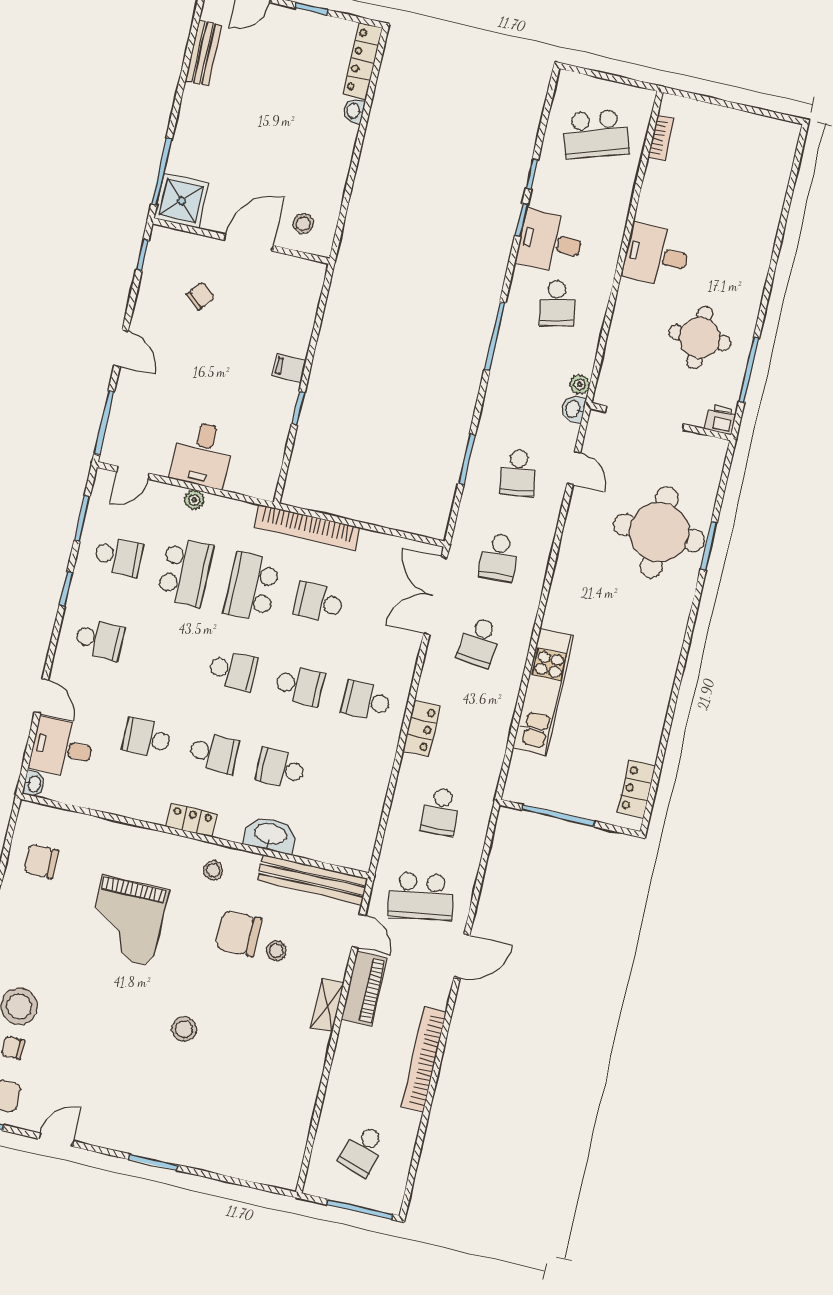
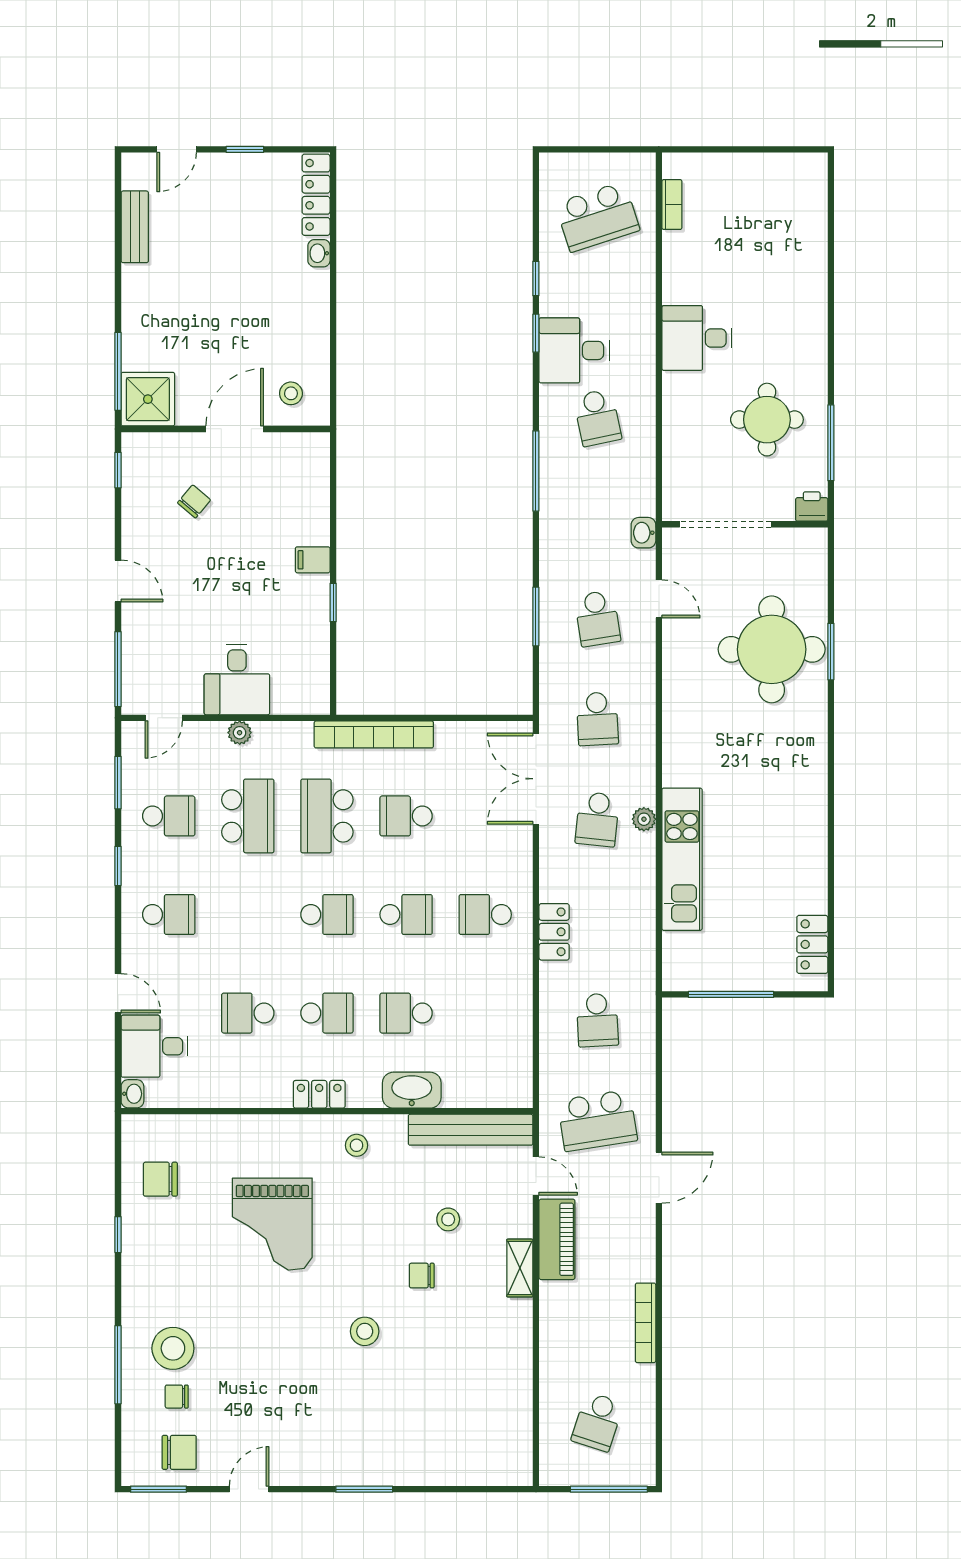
plant: (580, 384) -> (644, 819), moved
chair: (239, 933) -> (422, 1276), moved, width x0.54, depth x0.54
bookcase: (424, 1059) -> (646, 1323), width x0.68, depth x0.76

